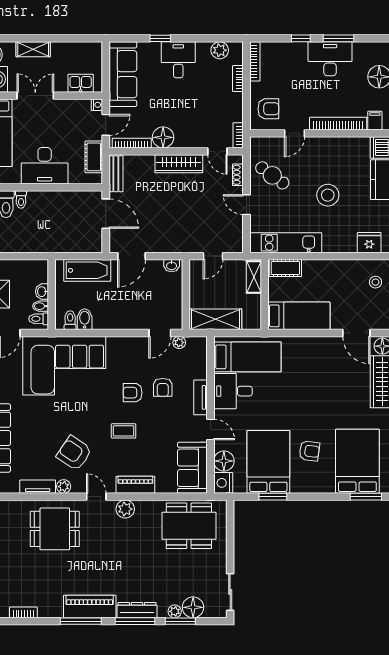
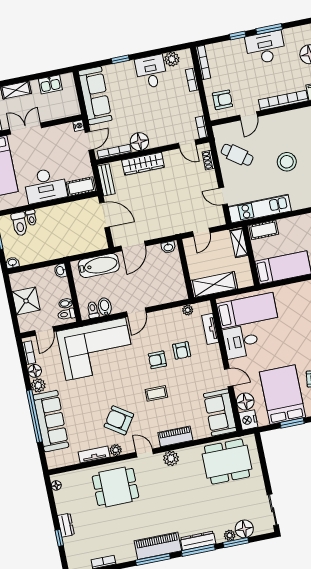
desk: (178, 60) -> (151, 72), moved
kitchen sink: (81, 83) -> (50, 84), moved, turned 180
cot: (94, 157) -> (81, 187), moved, turned 90
wardrobe: (179, 164) -> (143, 164), moved
door: (247, 205) -> (223, 196), moved
washbasin: (42, 292) -> (60, 271), moved
door: (160, 333) -> (136, 312), moved
tv unit: (201, 397) -> (210, 329), moved

